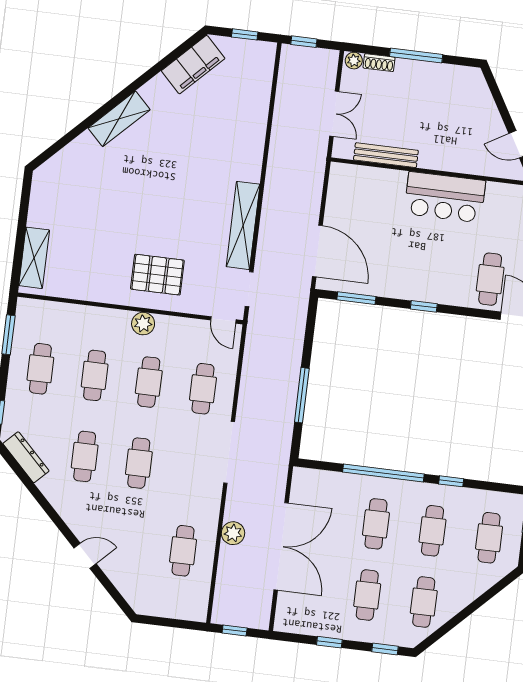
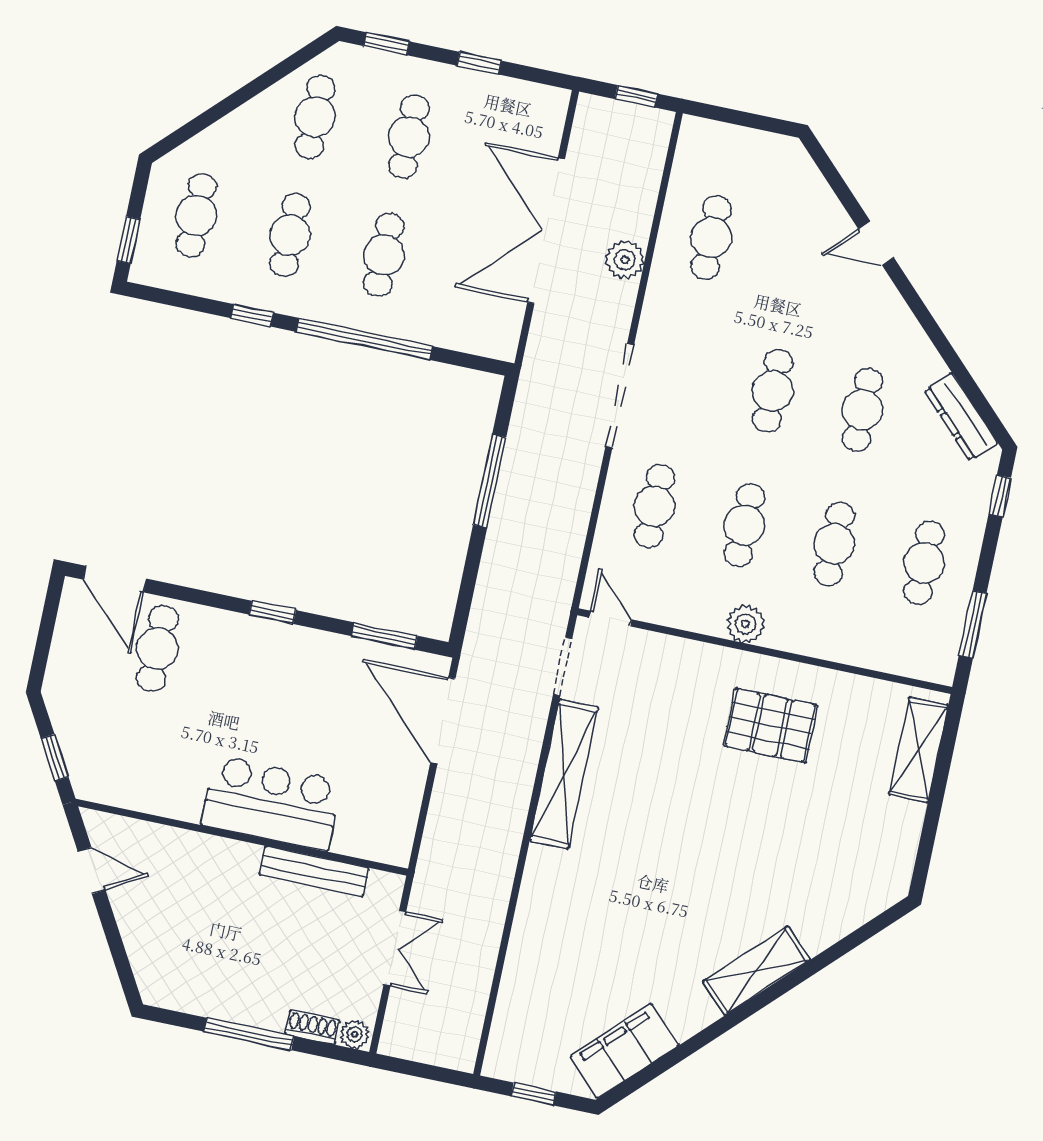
window: (304, 42) -> (435, 1073), removed
double door: (334, 114) -> (395, 948), swing flipped
bar counter: (445, 197) -> (271, 803), moved
pallet: (157, 275) -> (770, 726), moved

